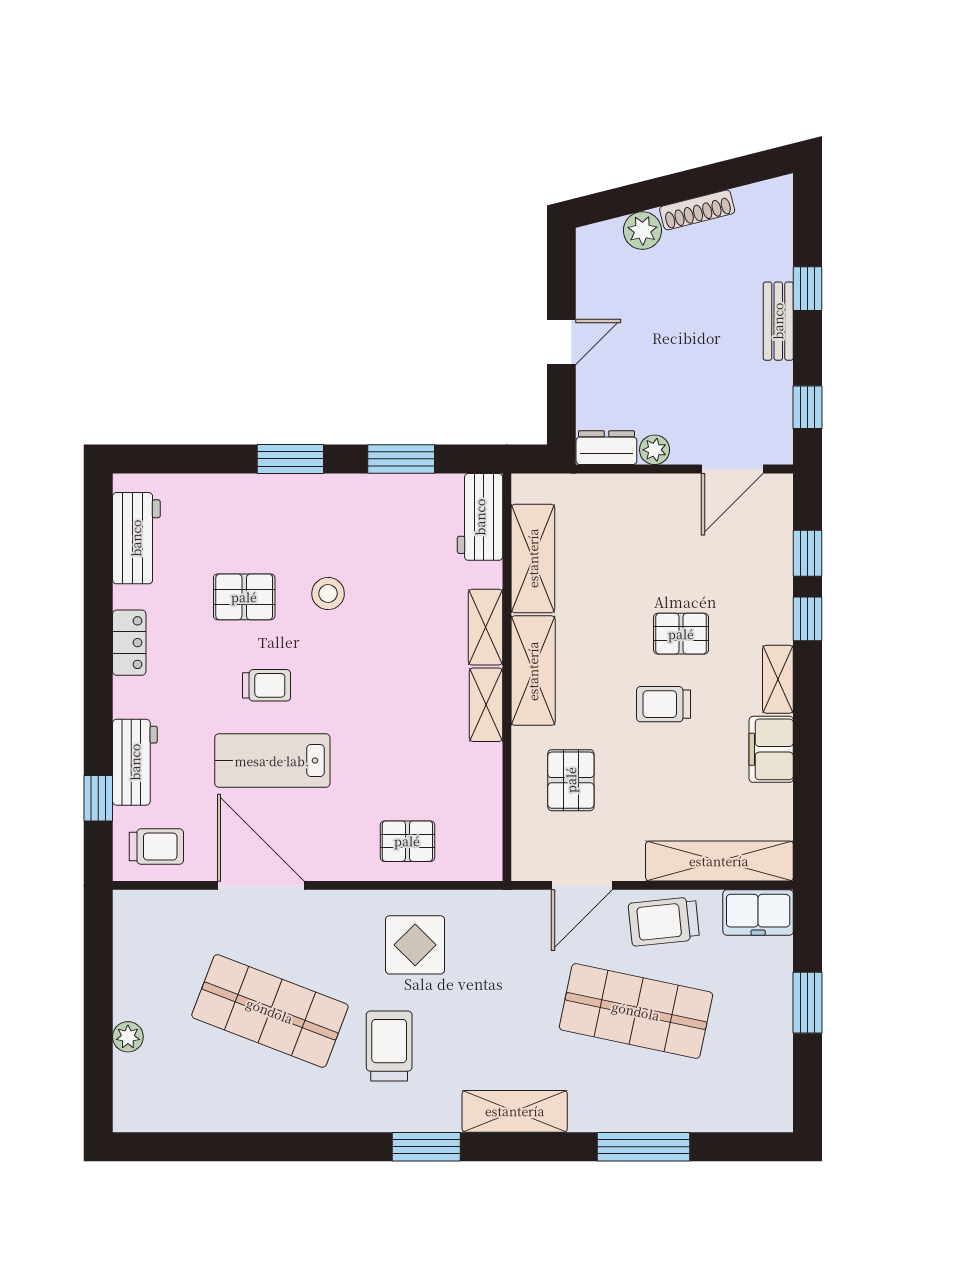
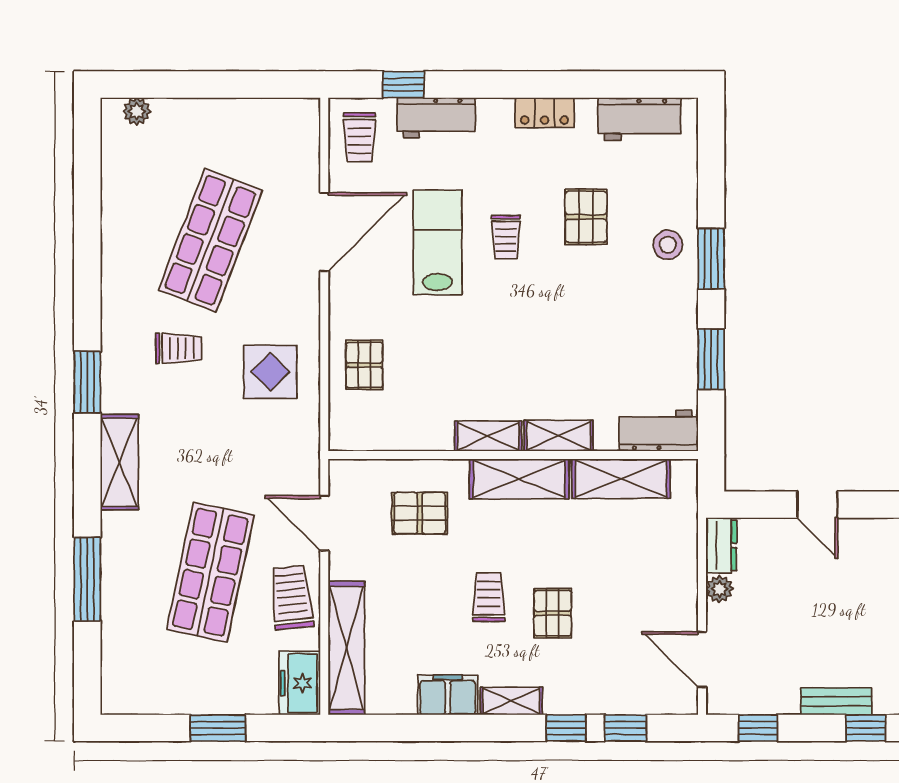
stool: (328, 593) -> (668, 245), moved
plant: (128, 1037) -> (137, 111), moved
trolley: (389, 1046) -> (179, 348), width x0.73, depth x0.72

